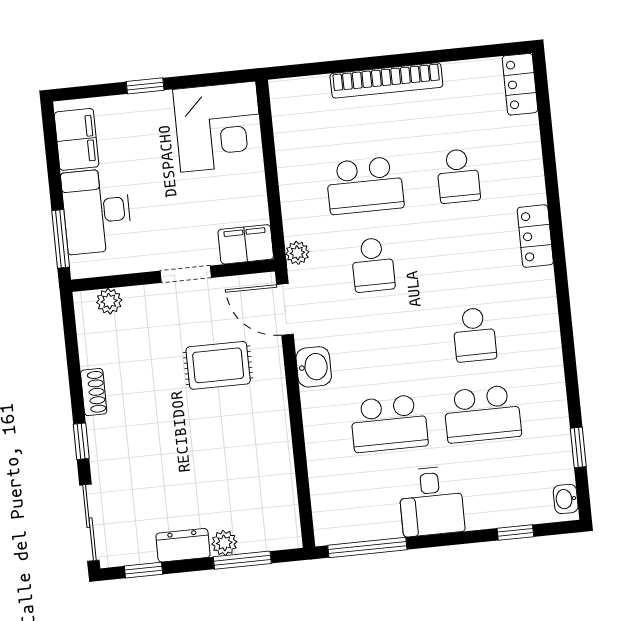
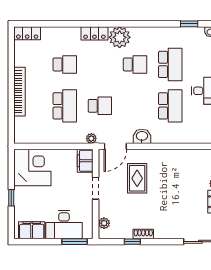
plant: (532, 294) -> (120, 37), added
window: (81, 441) -> (132, 242), moved

